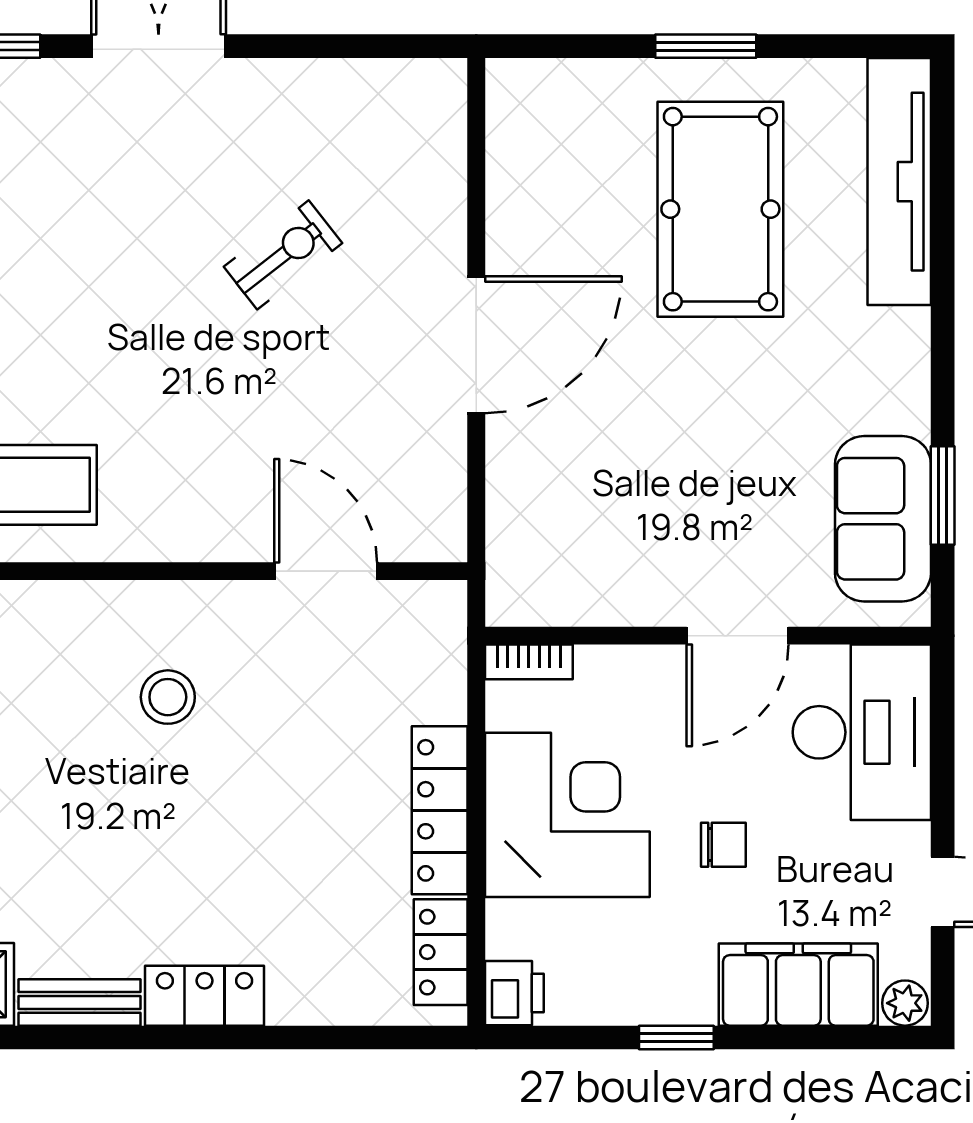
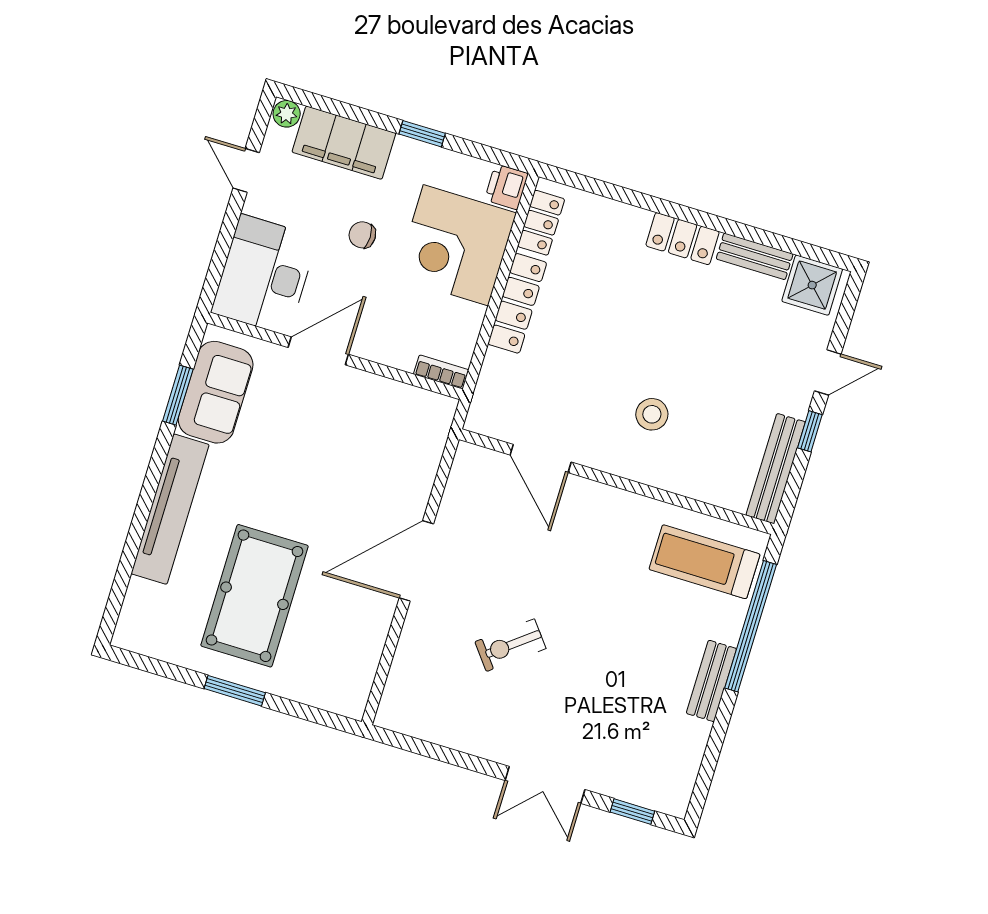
tv unit: (899, 182) -> (170, 509), moved
corner desk: (567, 815) -> (456, 245), moved

